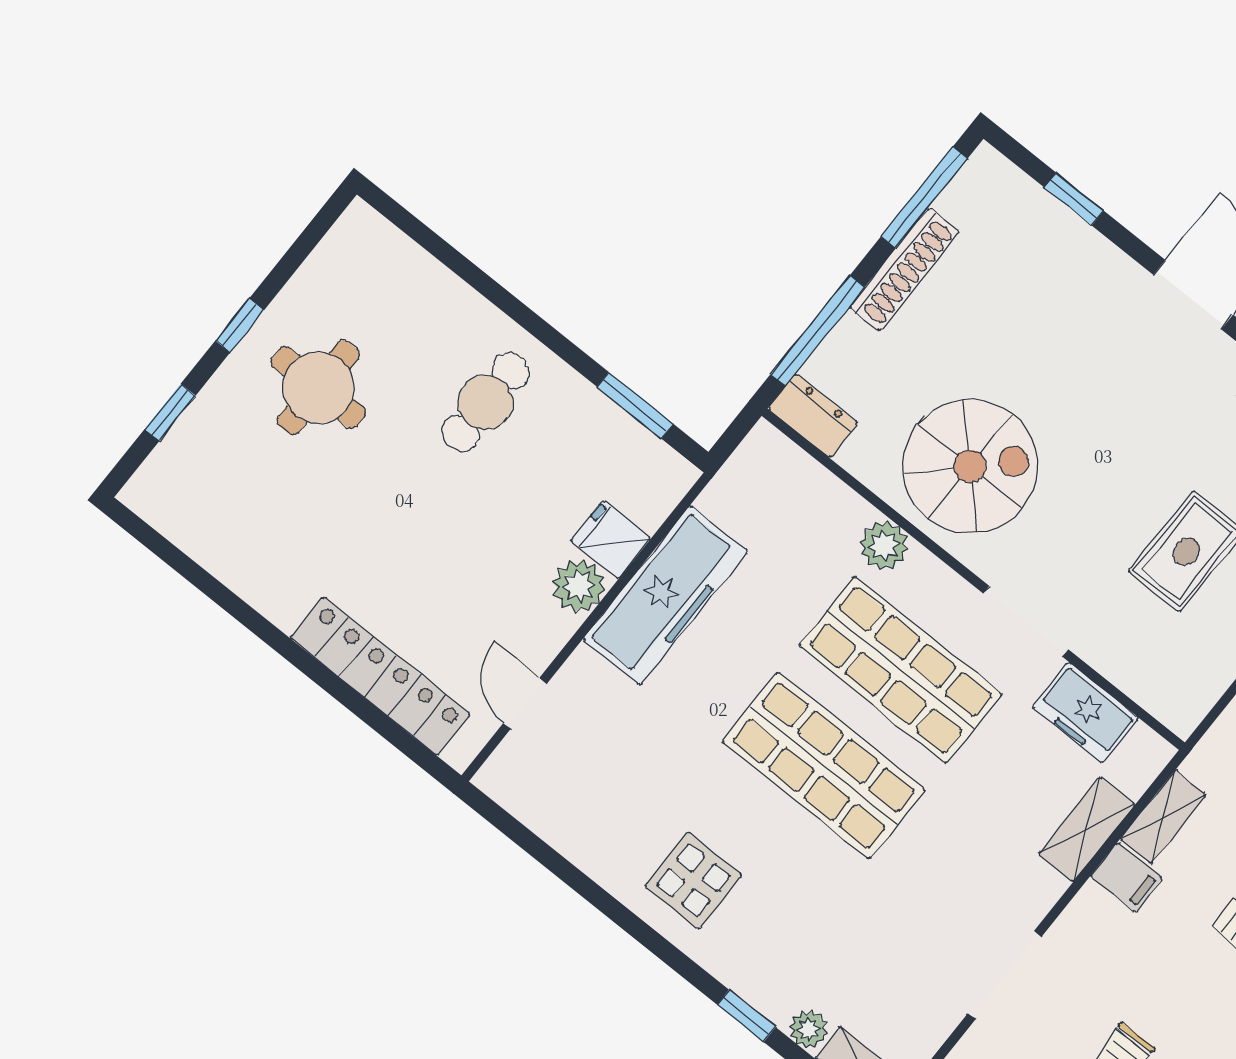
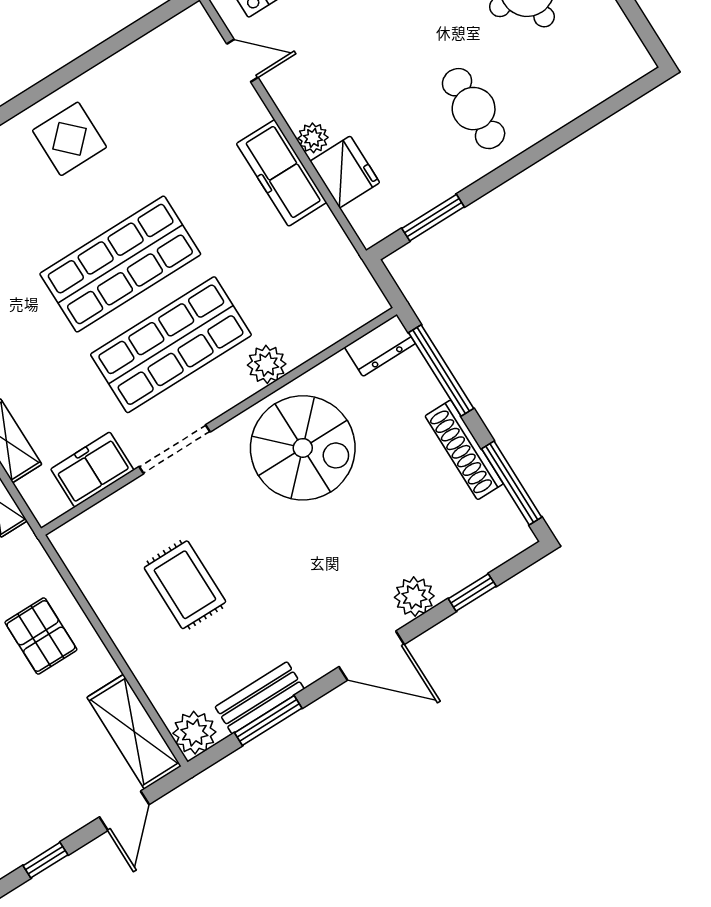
plant: (1104, 268) -> (414, 597), added
spiral stairs: (970, 466) -> (303, 448), turned -90
fridge: (611, 540) -> (345, 172), width x1.38
plant: (579, 586) -> (313, 138), width x0.73, depth x0.73
freezer: (665, 595) -> (282, 173), width x0.73, depth x0.79

